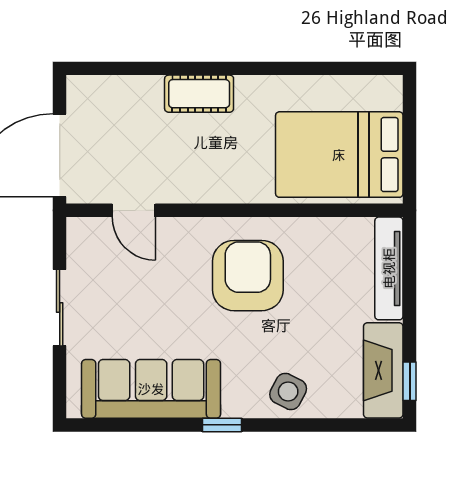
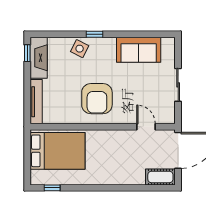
window: (352, 68) -> (52, 188), added
cot: (199, 94) -> (160, 177), moved
sofa: (151, 389) -> (139, 50), width x0.73
window: (222, 425) -> (94, 34), moved

